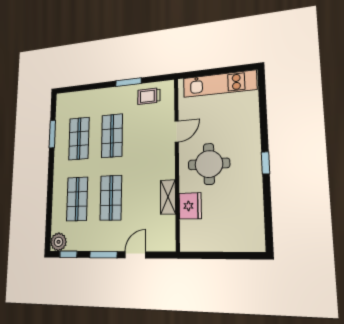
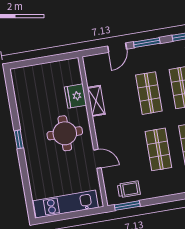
window: (128, 82) -> (127, 206), moved
door: (177, 131) -> (97, 159), swing flipped

